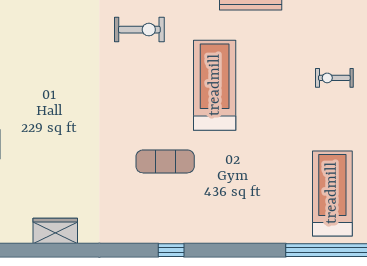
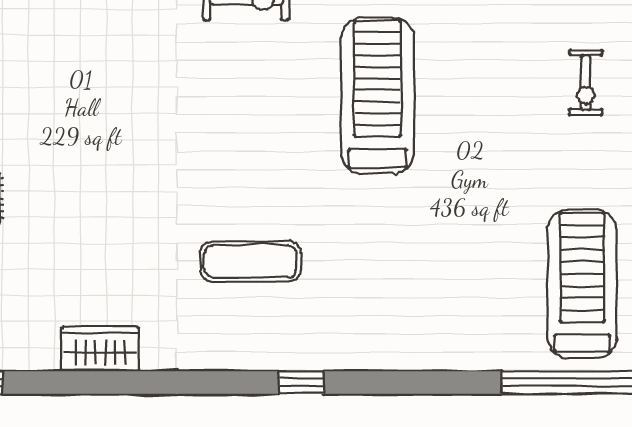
exercise bike: (334, 78) -> (586, 83), turned -90
exercise mat: (165, 161) -> (251, 261), moved

